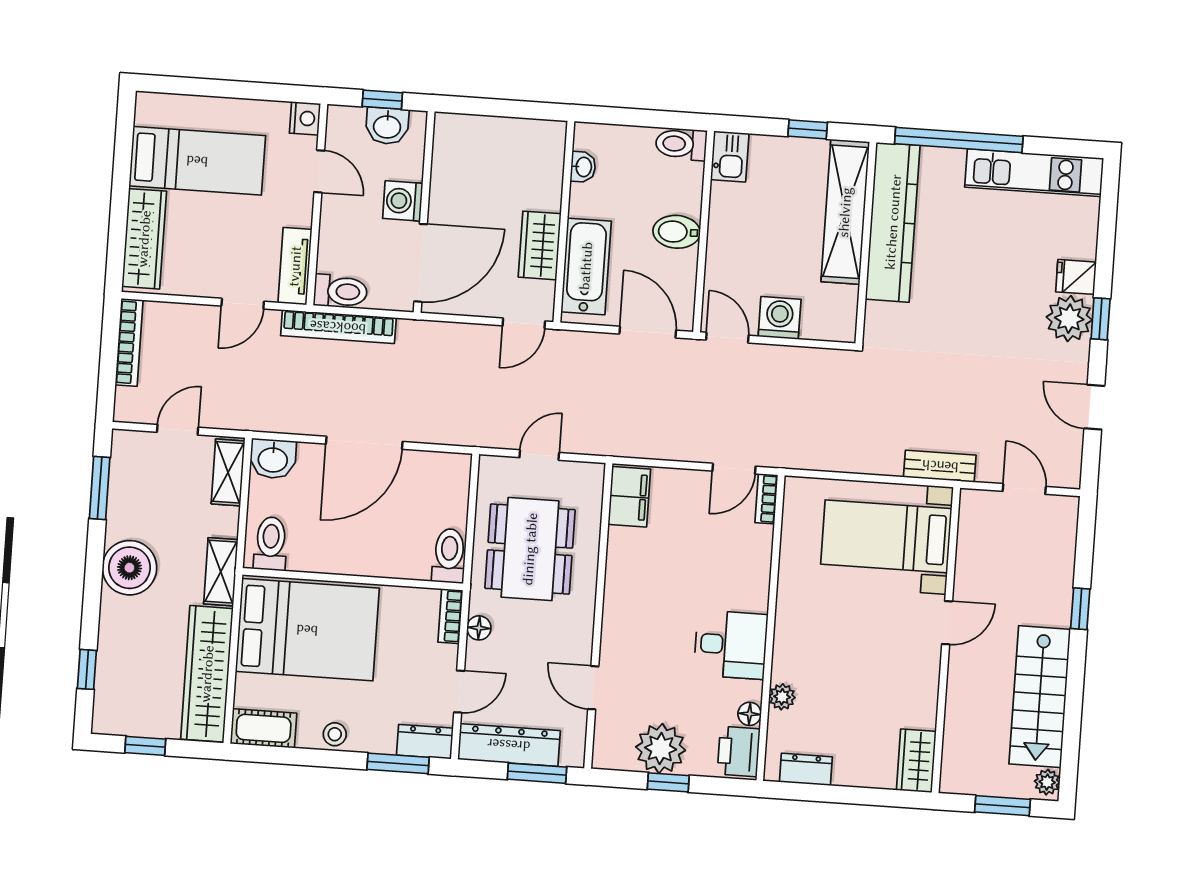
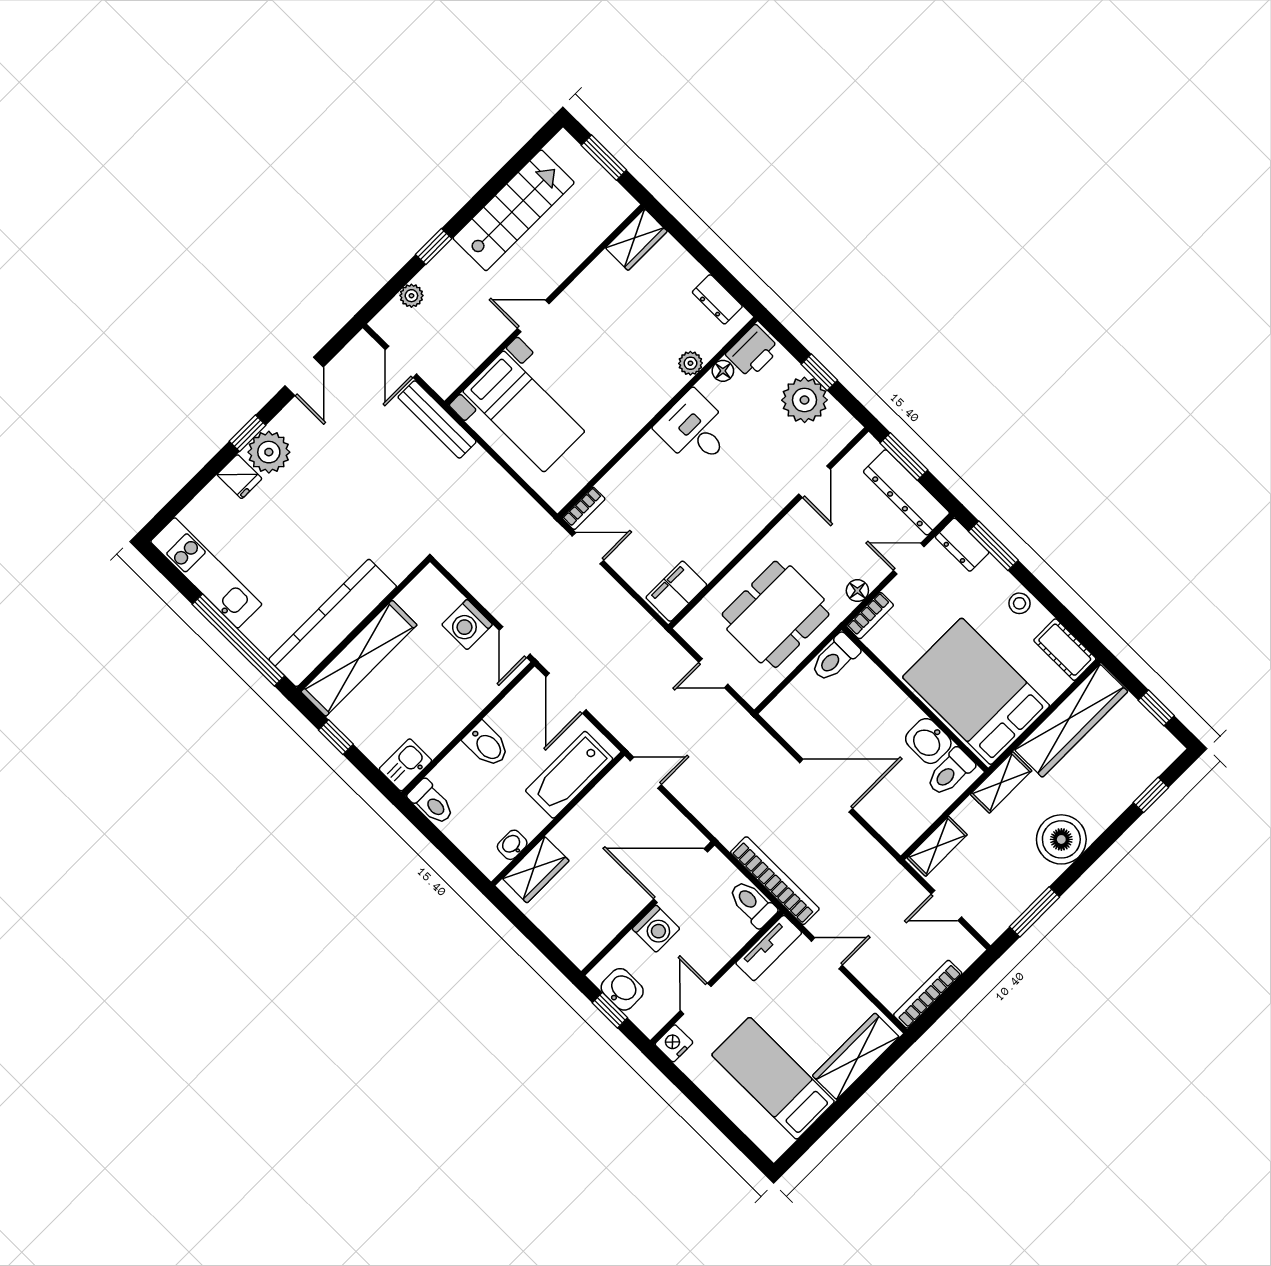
wardrobe: (540, 245) -> (536, 870), moved
washbasin: (273, 459) -> (928, 741), moved, turned 180
bench: (940, 466) -> (437, 419), width x1.36
plant: (1047, 782) -> (411, 296), moved

